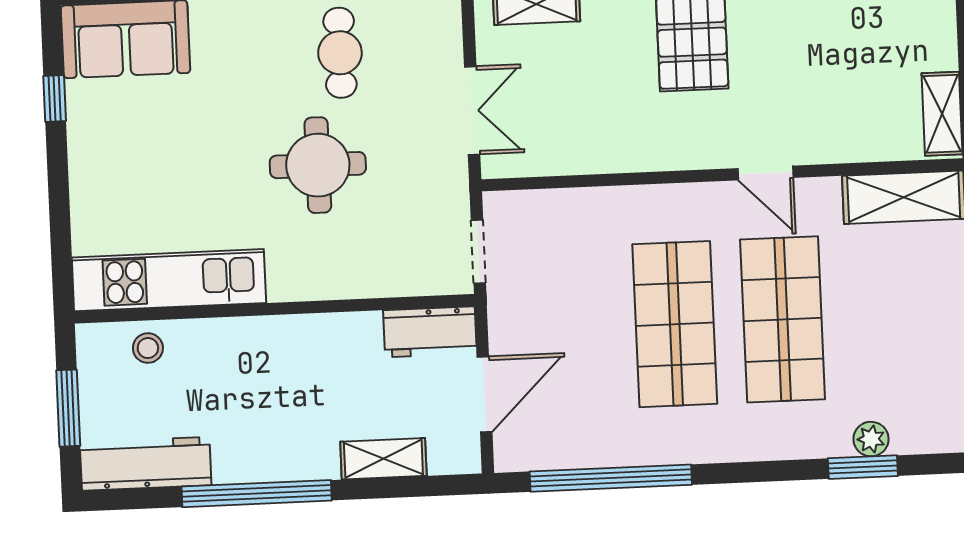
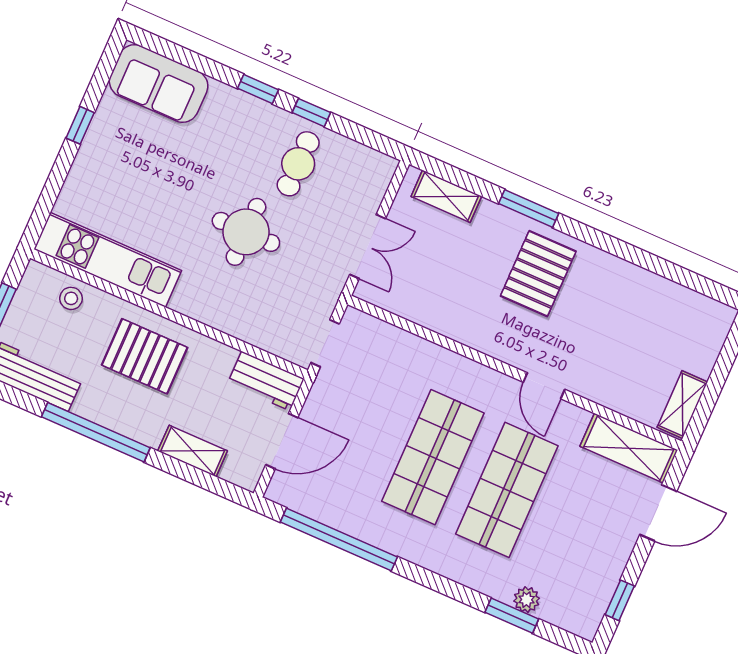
window: (55, 99) -> (80, 125), moved
pallet: (270, 374) -> (145, 356), added

